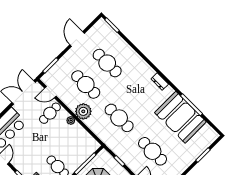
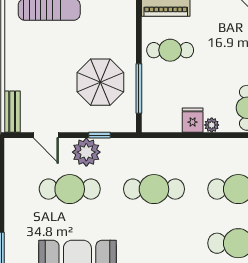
plant: (83, 111) -> (86, 152), moved
fridge: (76, 130) -> (193, 120), added

